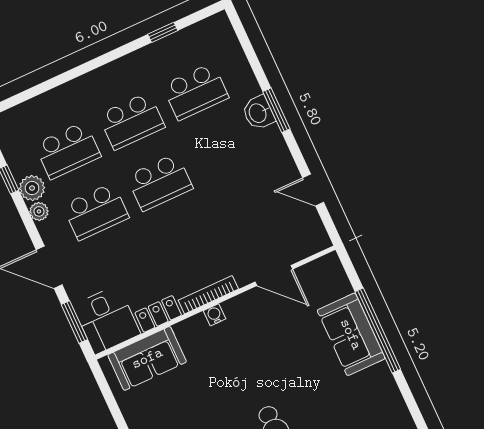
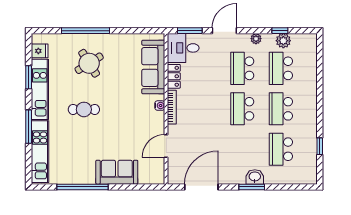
plant: (32, 188) -> (283, 41), moved
door: (313, 190) -> (201, 187), width x1.88
window: (378, 331) -> (83, 187), moved
sofa: (147, 358) -> (153, 67), width x1.36

